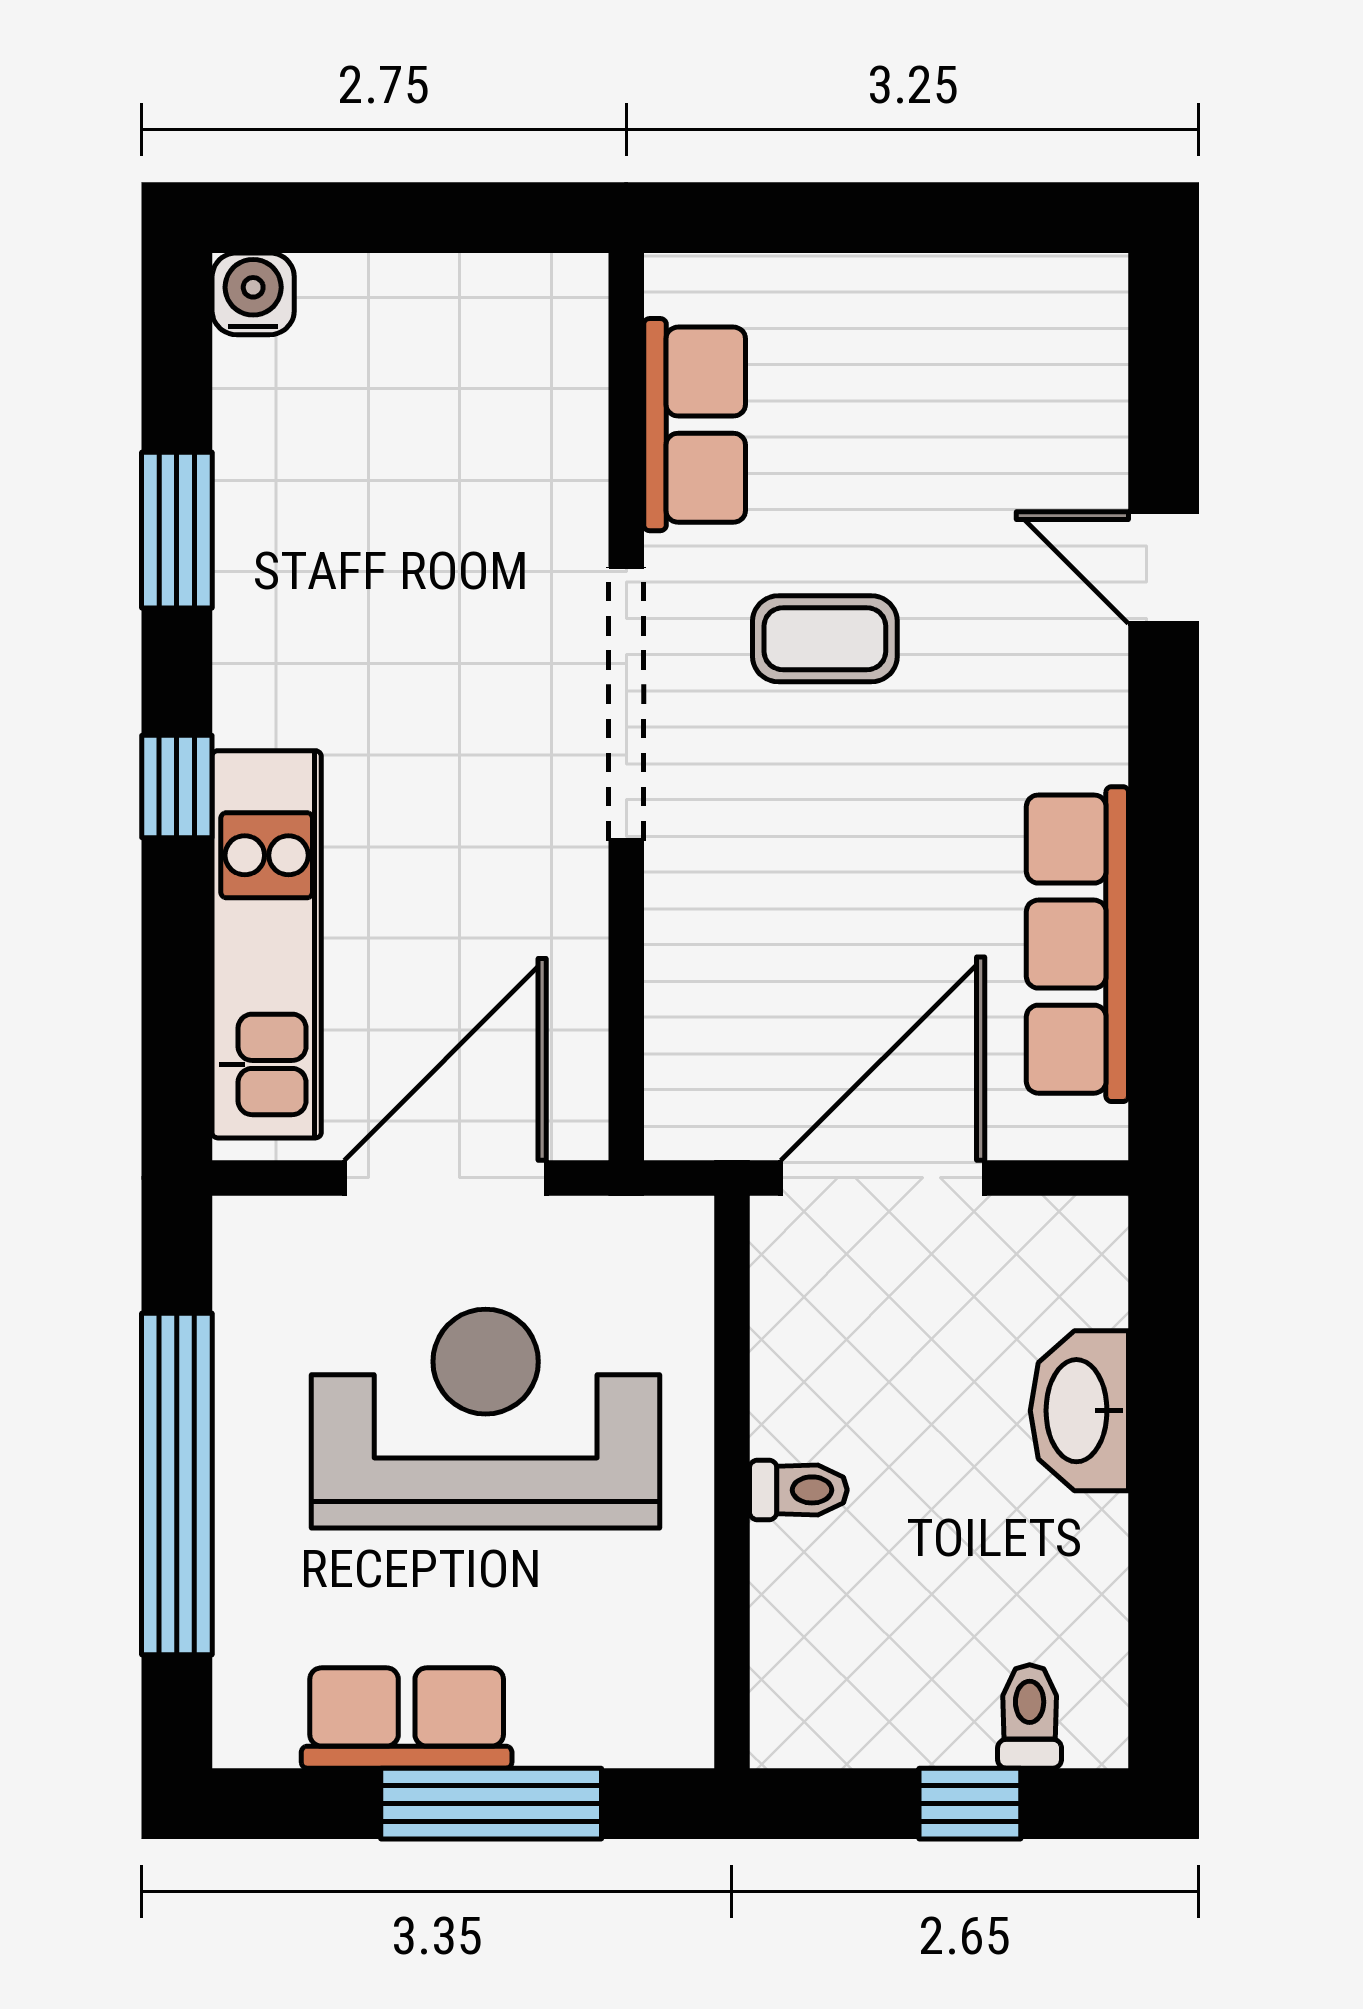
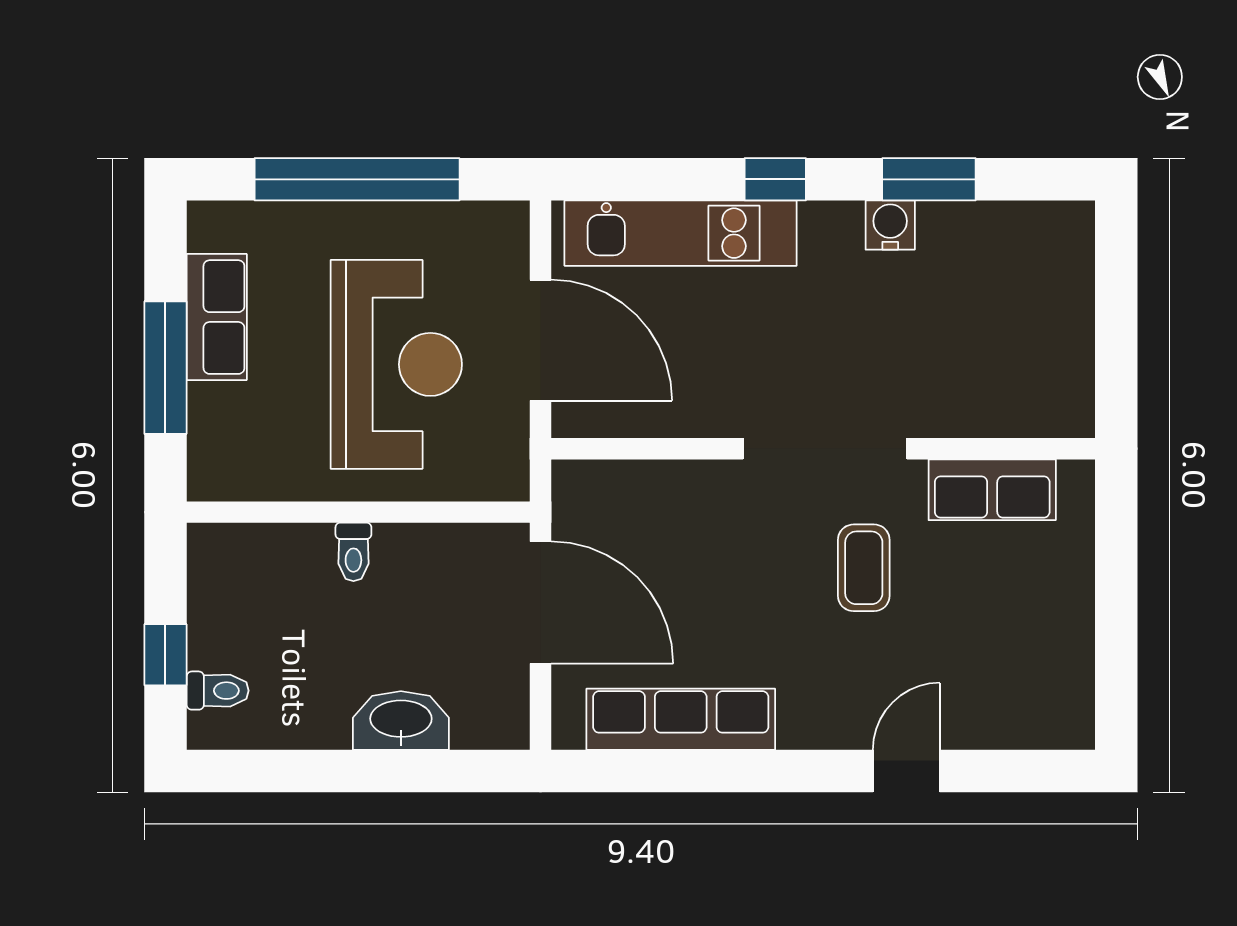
water cooler: (253, 294) -> (890, 225), moved, turned -90

